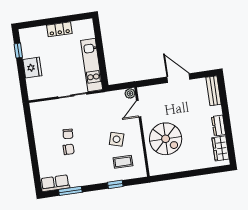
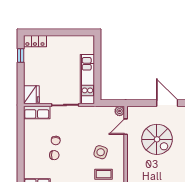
locker: (59, 29) -> (35, 41), moved
fridge: (32, 68) -> (31, 95), moved
row of seats: (44, 108) -> (37, 112), added
spiral stairs: (166, 139) -> (157, 139), moved

